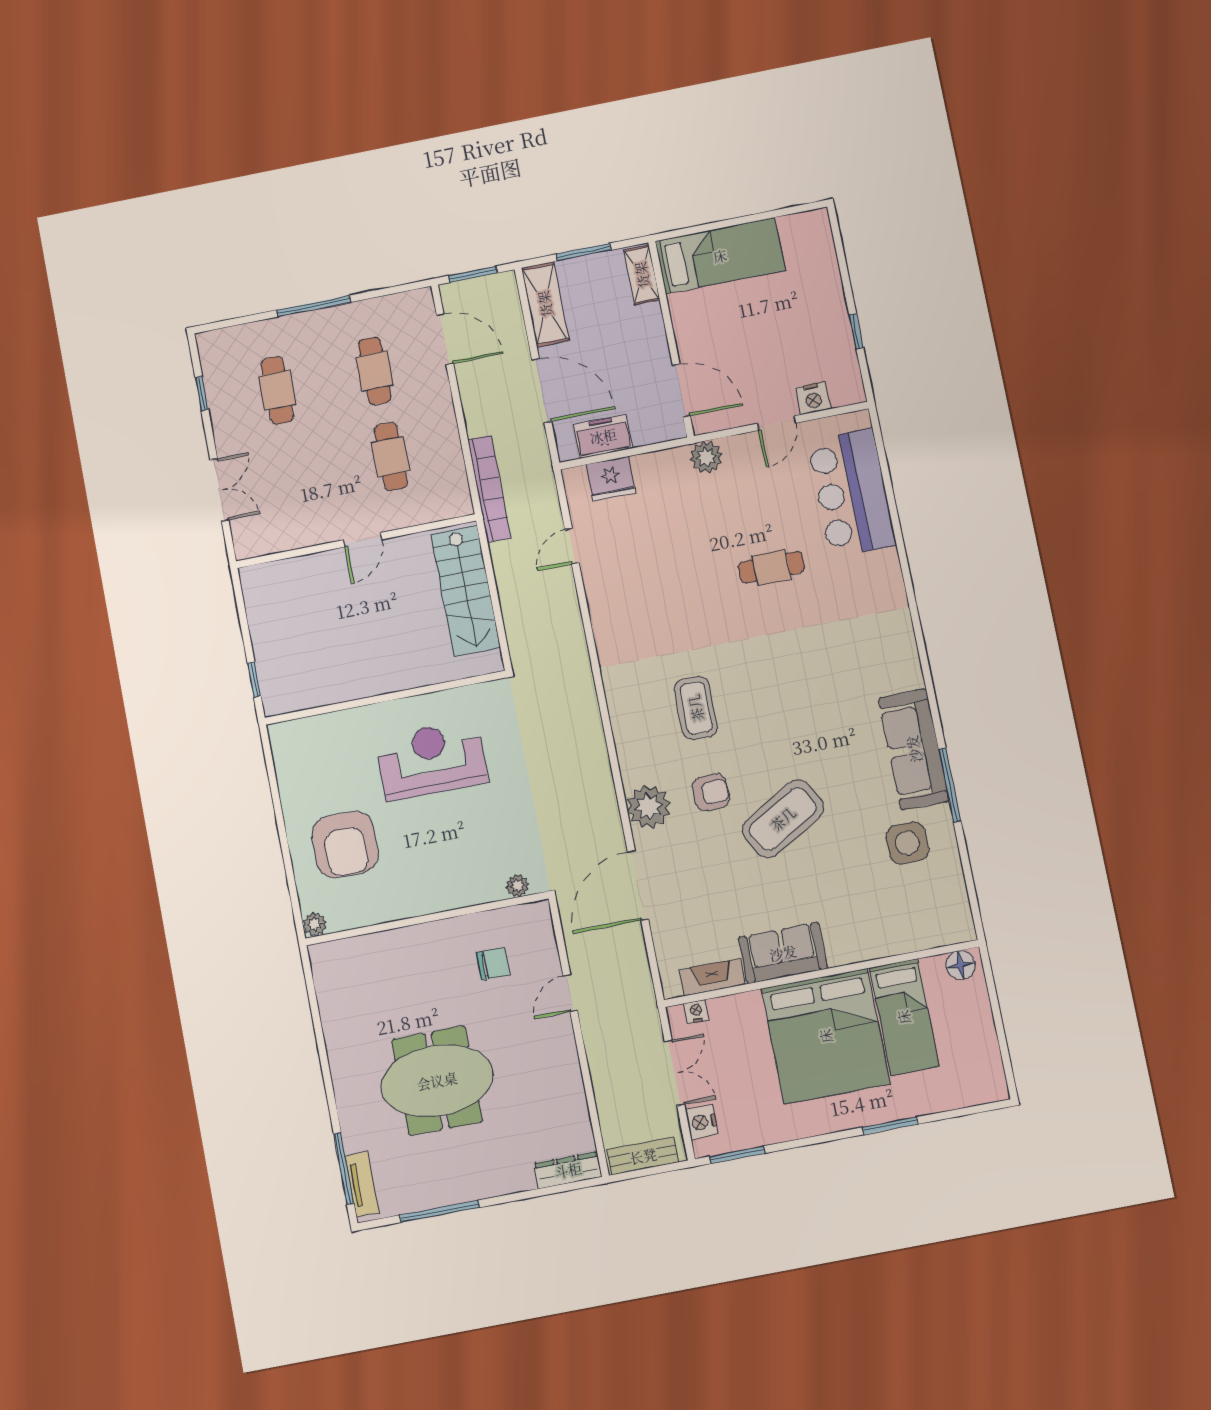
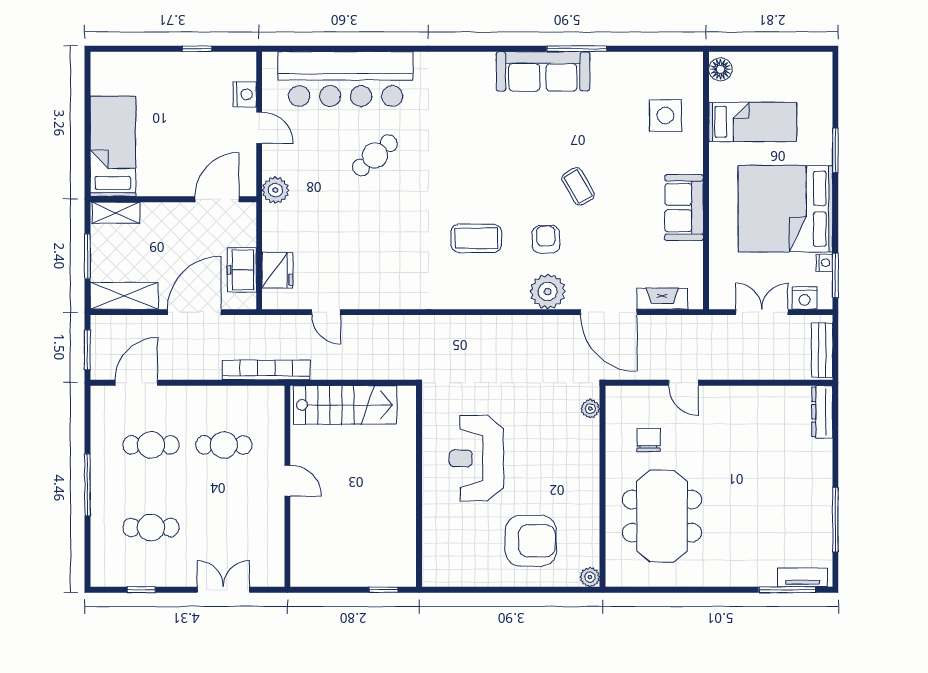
bar counter: (852, 493) -> (346, 79), width x1.36
cafe table: (771, 567) -> (375, 155), turned 49
coffee table: (783, 819) -> (578, 186), width x0.54, depth x0.58
side table: (907, 843) -> (665, 116), moved
fireplace: (712, 977) -> (662, 299), moved, turned 90
nightstand: (696, 1011) -> (824, 263), moved, turned 180
bed: (826, 1036) -> (785, 209), moved, turned 180
meeting table: (437, 1081) -> (662, 516), moved

